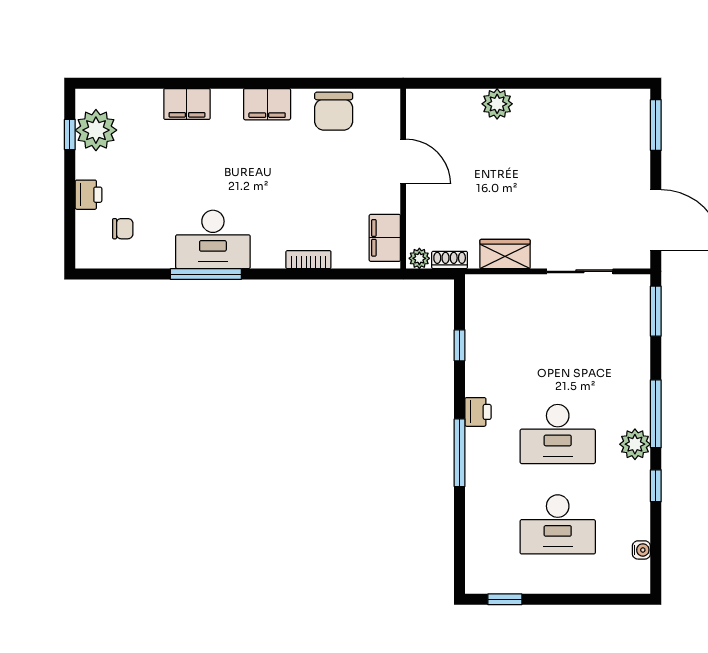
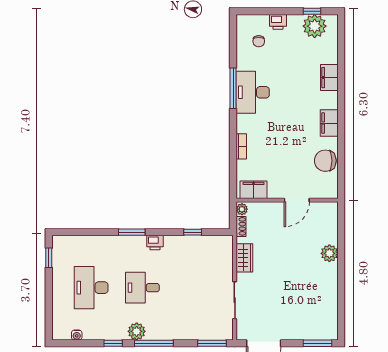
desk: (558, 434) -> (142, 288), width x0.73
window: (460, 453) -> (132, 232), width x0.69

